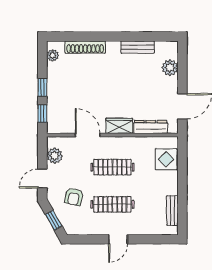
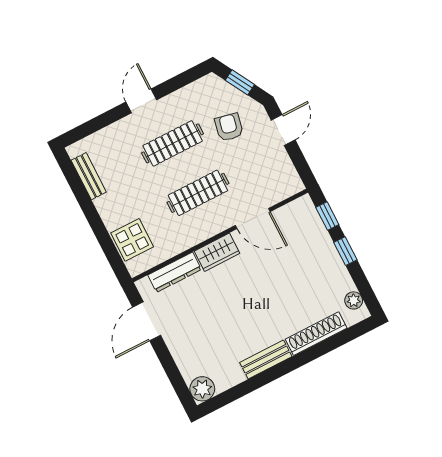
bench: (138, 47) -> (266, 359), moved
plant: (170, 68) -> (202, 389), moved
plant: (55, 156) -> (282, 168), removed

